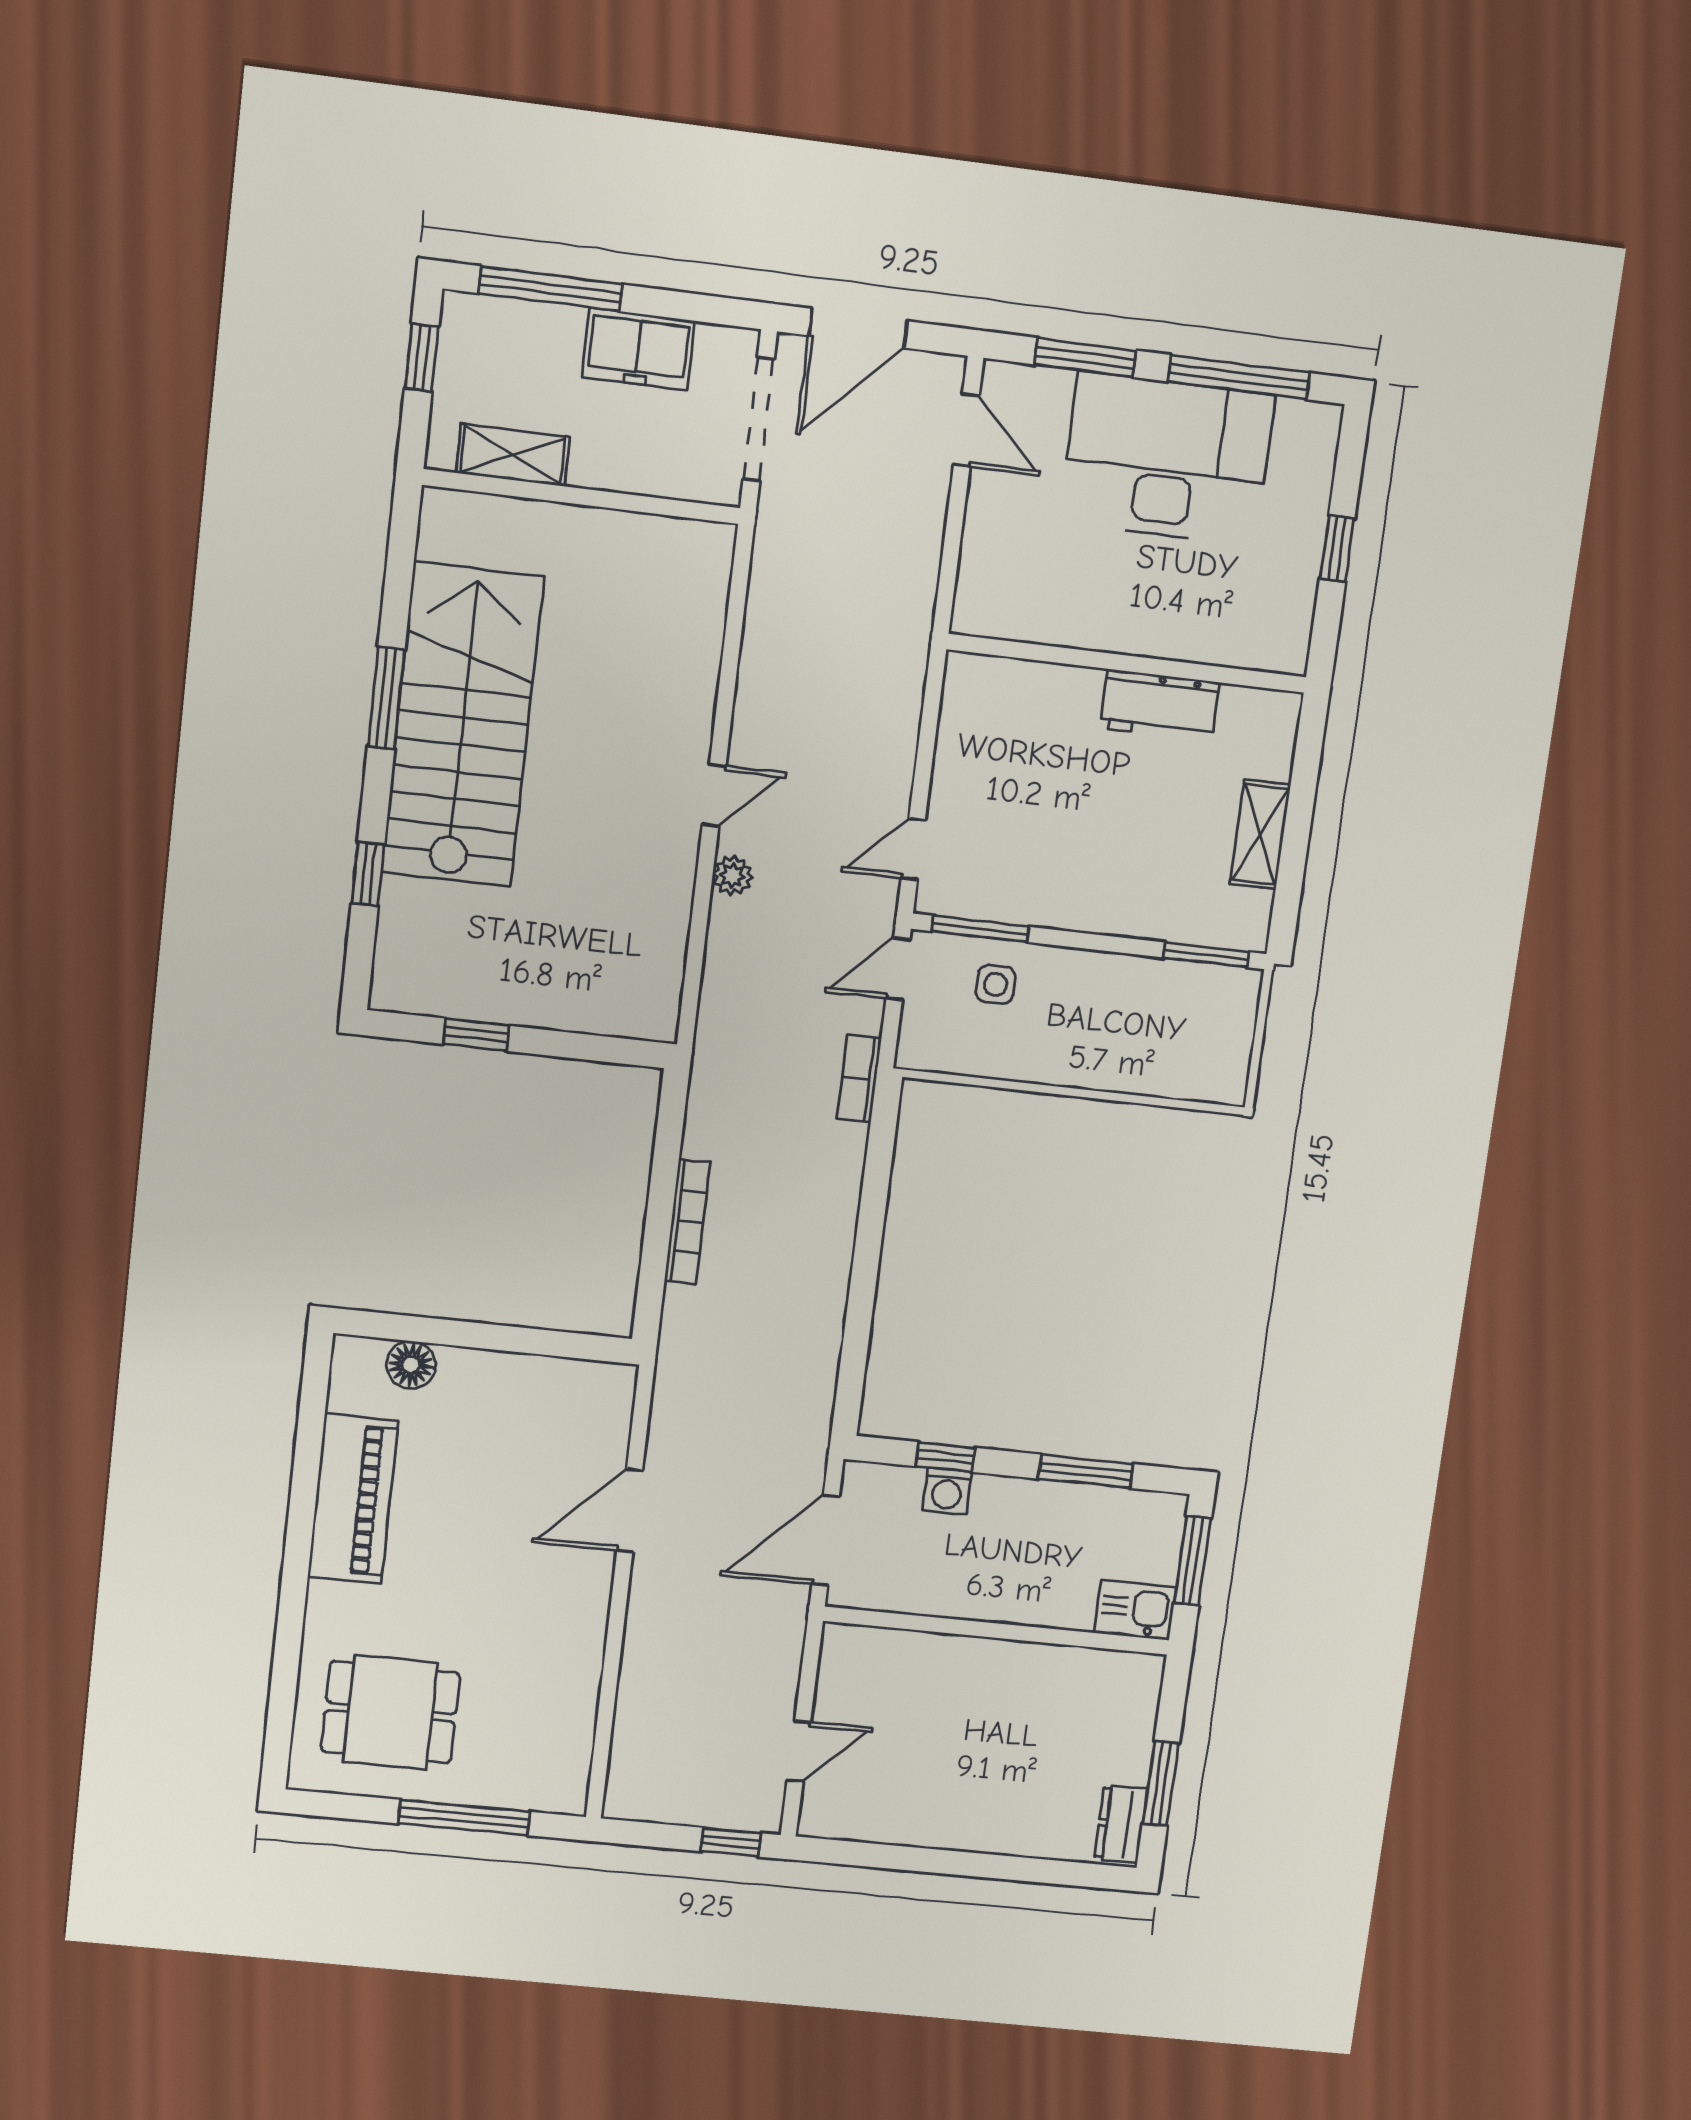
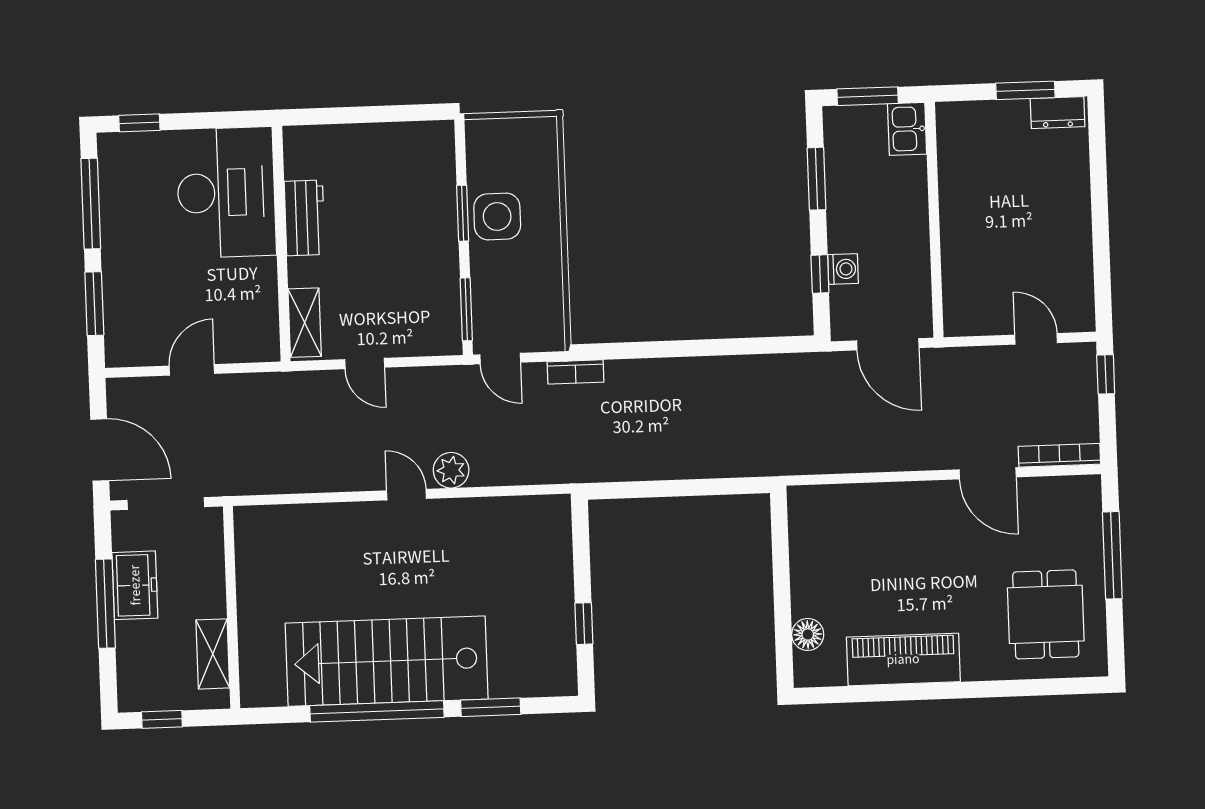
window: (550, 289) -> (105, 604), moved
door: (966, 430) -> (192, 370), moved
desk: (1167, 459) -> (226, 192), moved, turned 180
window: (1337, 548) -> (139, 123), moved
window: (386, 698) -> (377, 711), width x2.11
shelving: (1260, 834) -> (305, 323), moved, turned 90
door: (913, 849) -> (365, 363), moved
window: (368, 874) -> (491, 707), width x1.50
plant: (732, 876) -> (451, 470), width x1.38, depth x1.38
window: (1206, 955) -> (463, 213), moved
side table: (996, 984) -> (497, 216), moved, width x1.87, depth x1.87
bookcase: (687, 1222) -> (1059, 455), moved
door: (630, 1511) -> (988, 473), moved

